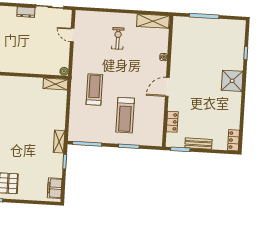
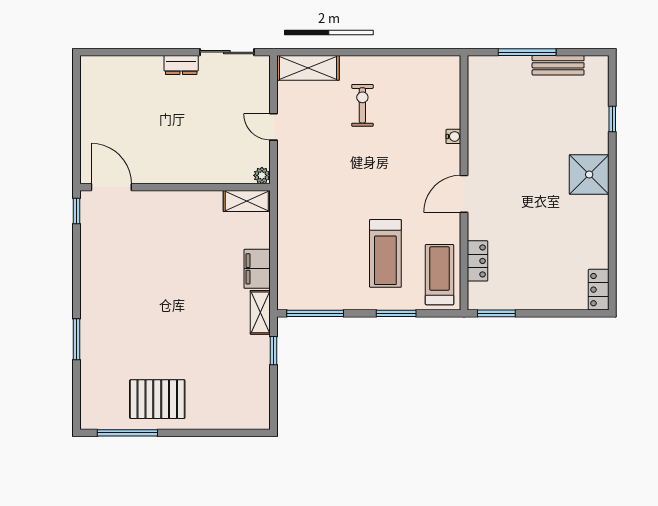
shelving: (153, 21) -> (308, 68), moved
door: (72, 35) -> (274, 127), moved
treadmill: (94, 89) -> (440, 275), moved
bench: (198, 144) -> (558, 65), moved
filing cabinet: (55, 188) -> (257, 269), moved

